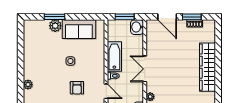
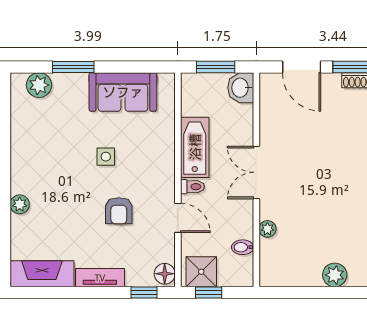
plant: (55, 26) -> (39, 85), moved

